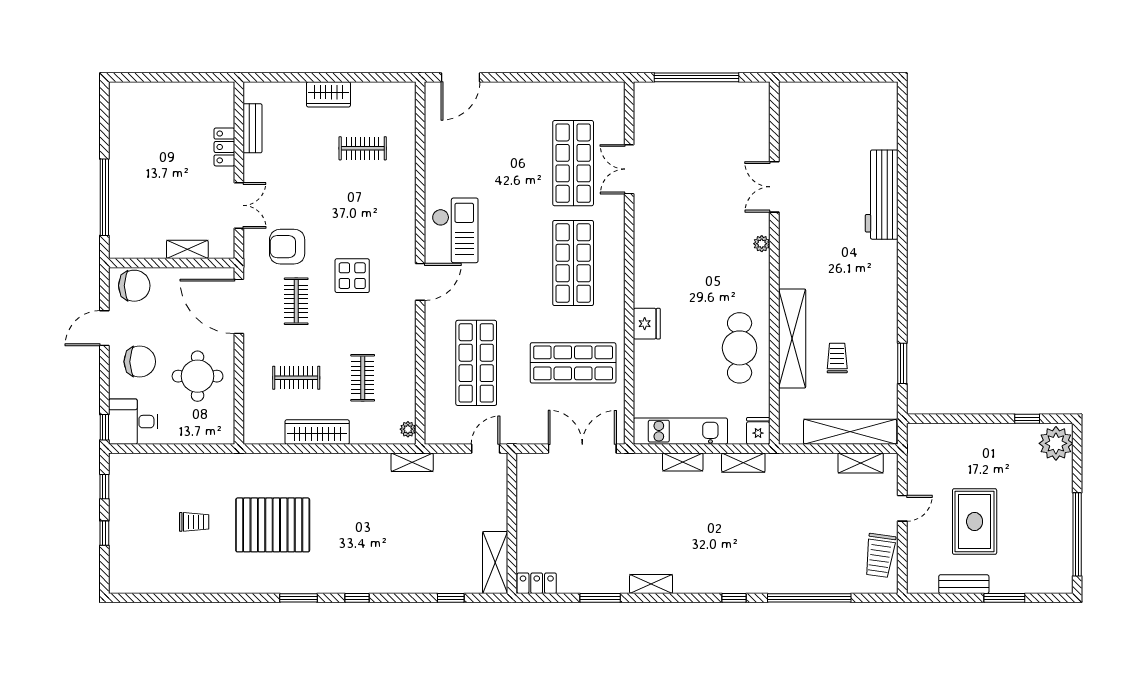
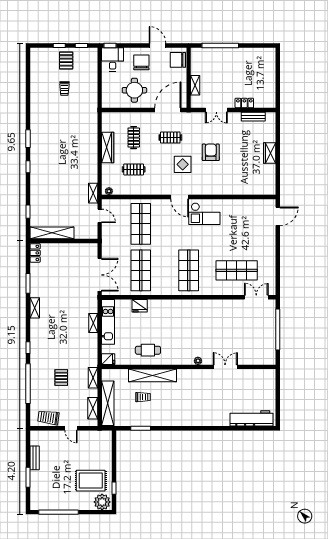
door: (460, 77) -> (278, 216), swing flipped
clothes rail: (363, 148) -> (244, 169), removed
double door: (629, 169) -> (256, 297), moved
workbench: (882, 195) -> (252, 418), moved
armchair: (287, 247) -> (211, 152), moved
shop shelf: (573, 263) -> (189, 270), turned 90
chair: (134, 286) -> (178, 60), turned 90
fridge: (647, 324) -> (140, 306), moved
cafe table: (740, 348) -> (148, 350), width x0.73, depth x0.74
chair: (140, 362) -> (141, 62), turned 180
shop shelf: (476, 363) -> (141, 224), turned 90
door: (486, 449) -> (100, 216), moved
shelving: (743, 463) -> (93, 378), moved
rug: (975, 522) -> (91, 481), moved
pallet: (273, 525) -> (66, 60), moved, width x0.49, depth x0.50
pallet: (796, 528) -> (61, 378), added
shelving: (495, 563) -> (52, 233), width x1.47

